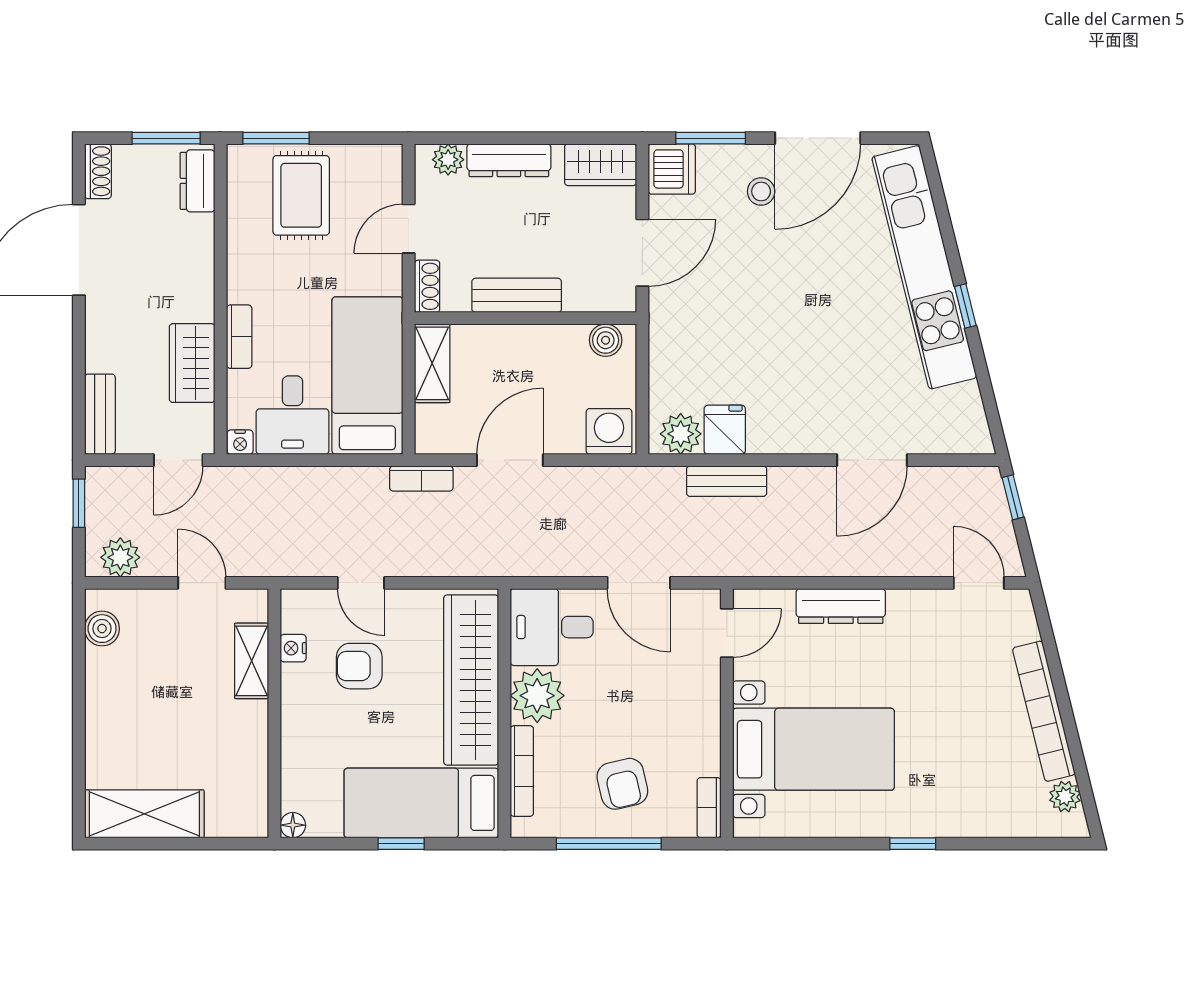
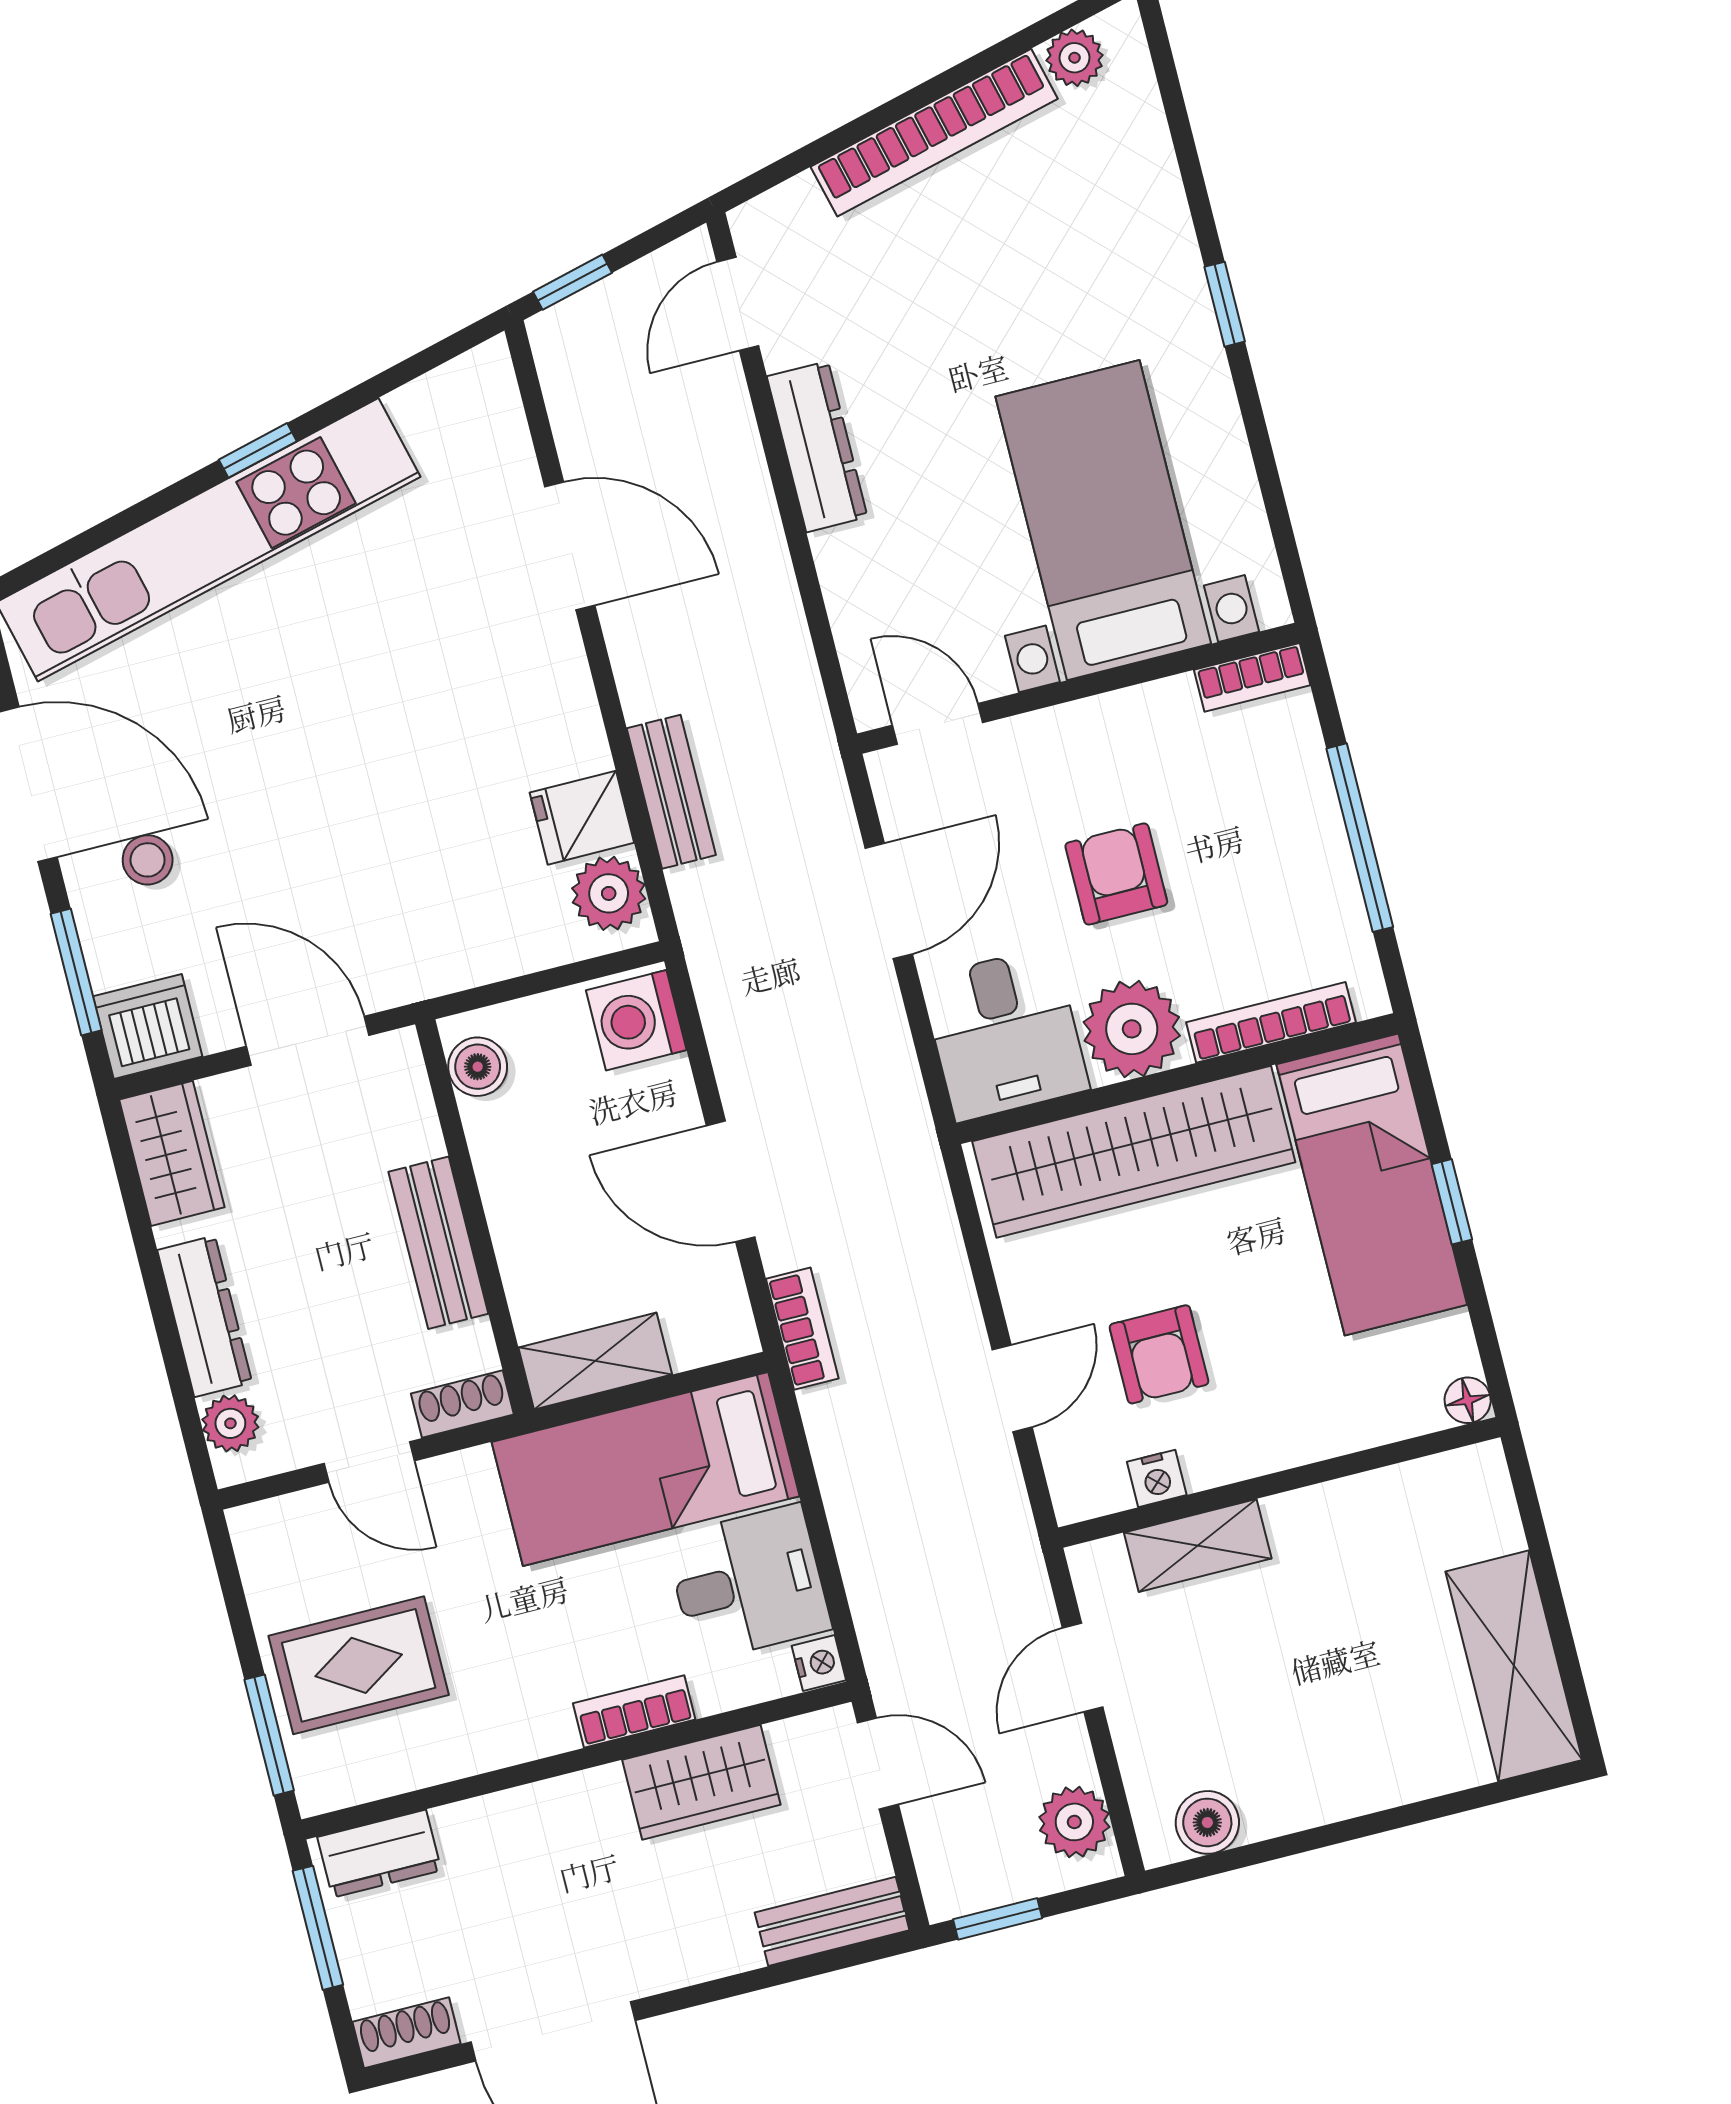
dresser: (841, 606) -> (817, 447), moved
armchair: (622, 784) -> (1116, 874), moved, turned -77

